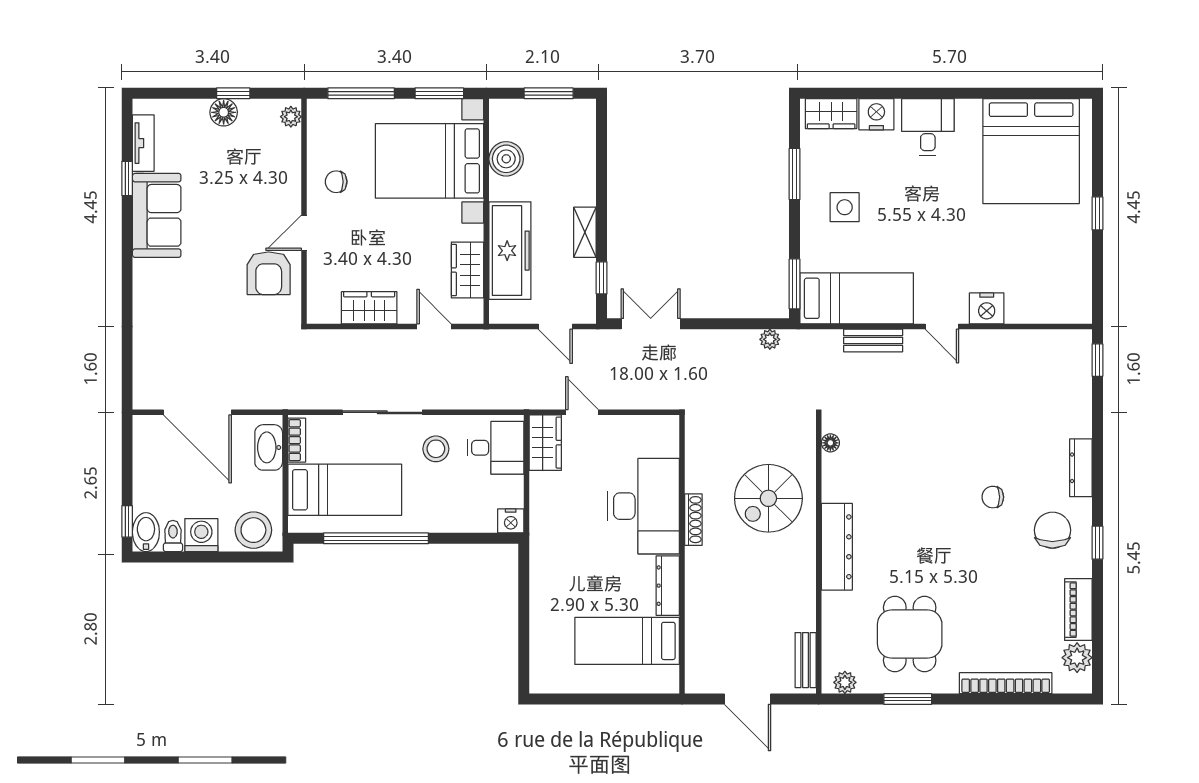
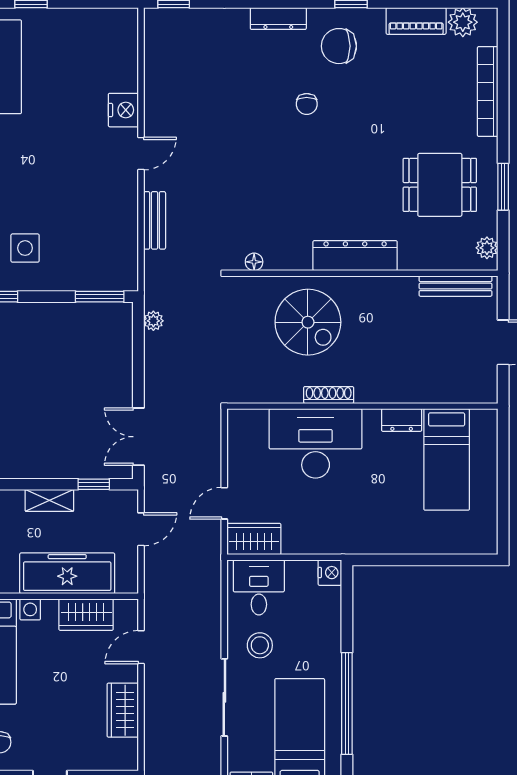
bed: (857, 298) -> (114, 236), removed
dresser: (668, 586) -> (402, 420), width x0.70
bench: (806, 660) -> (455, 286), width x1.36

